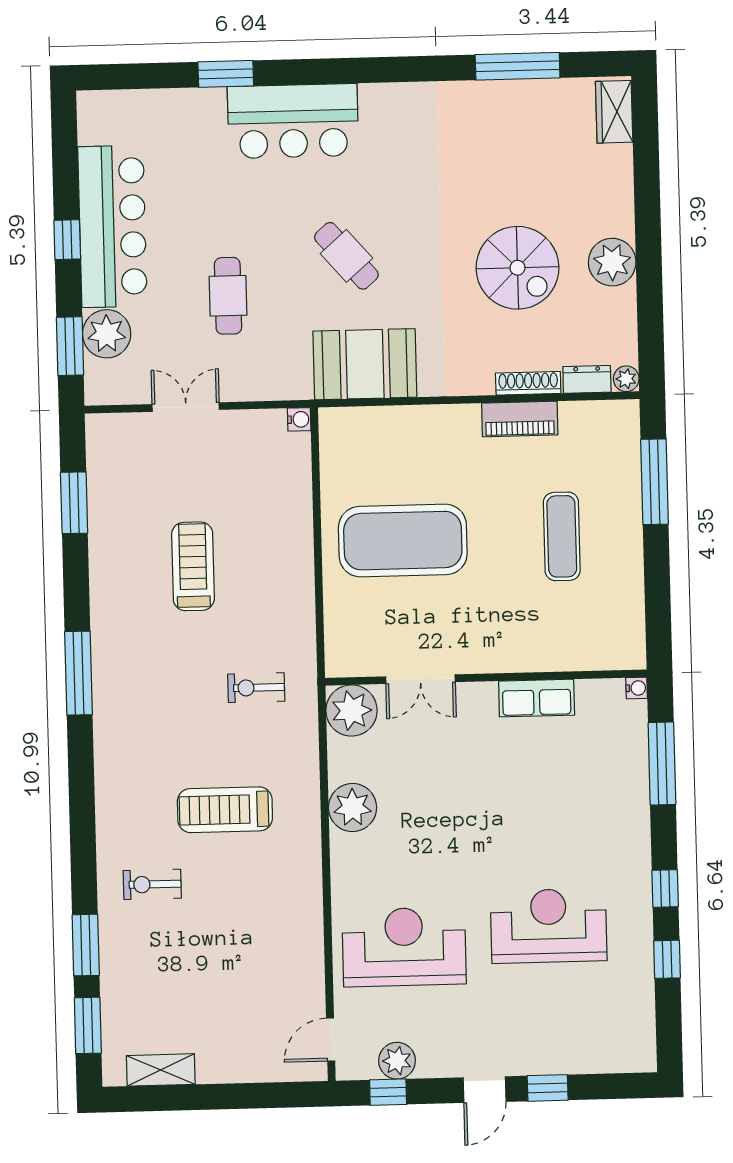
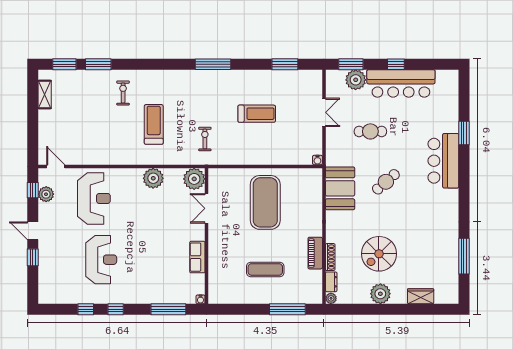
wardrobe: (614, 112) -> (421, 296), moved

